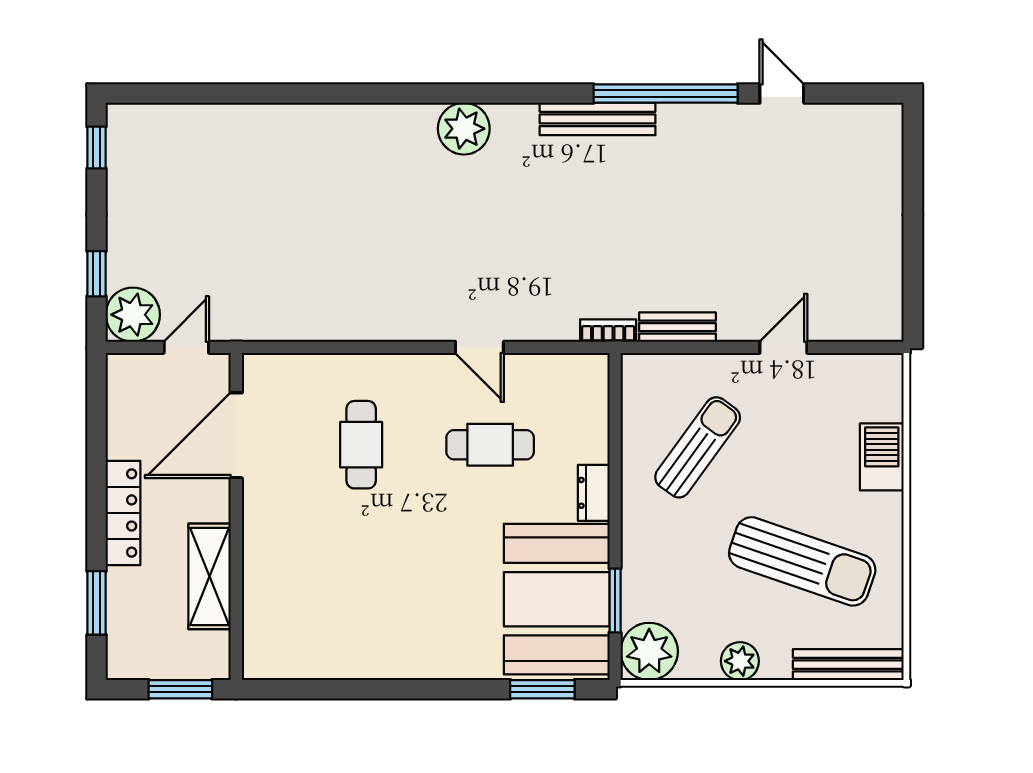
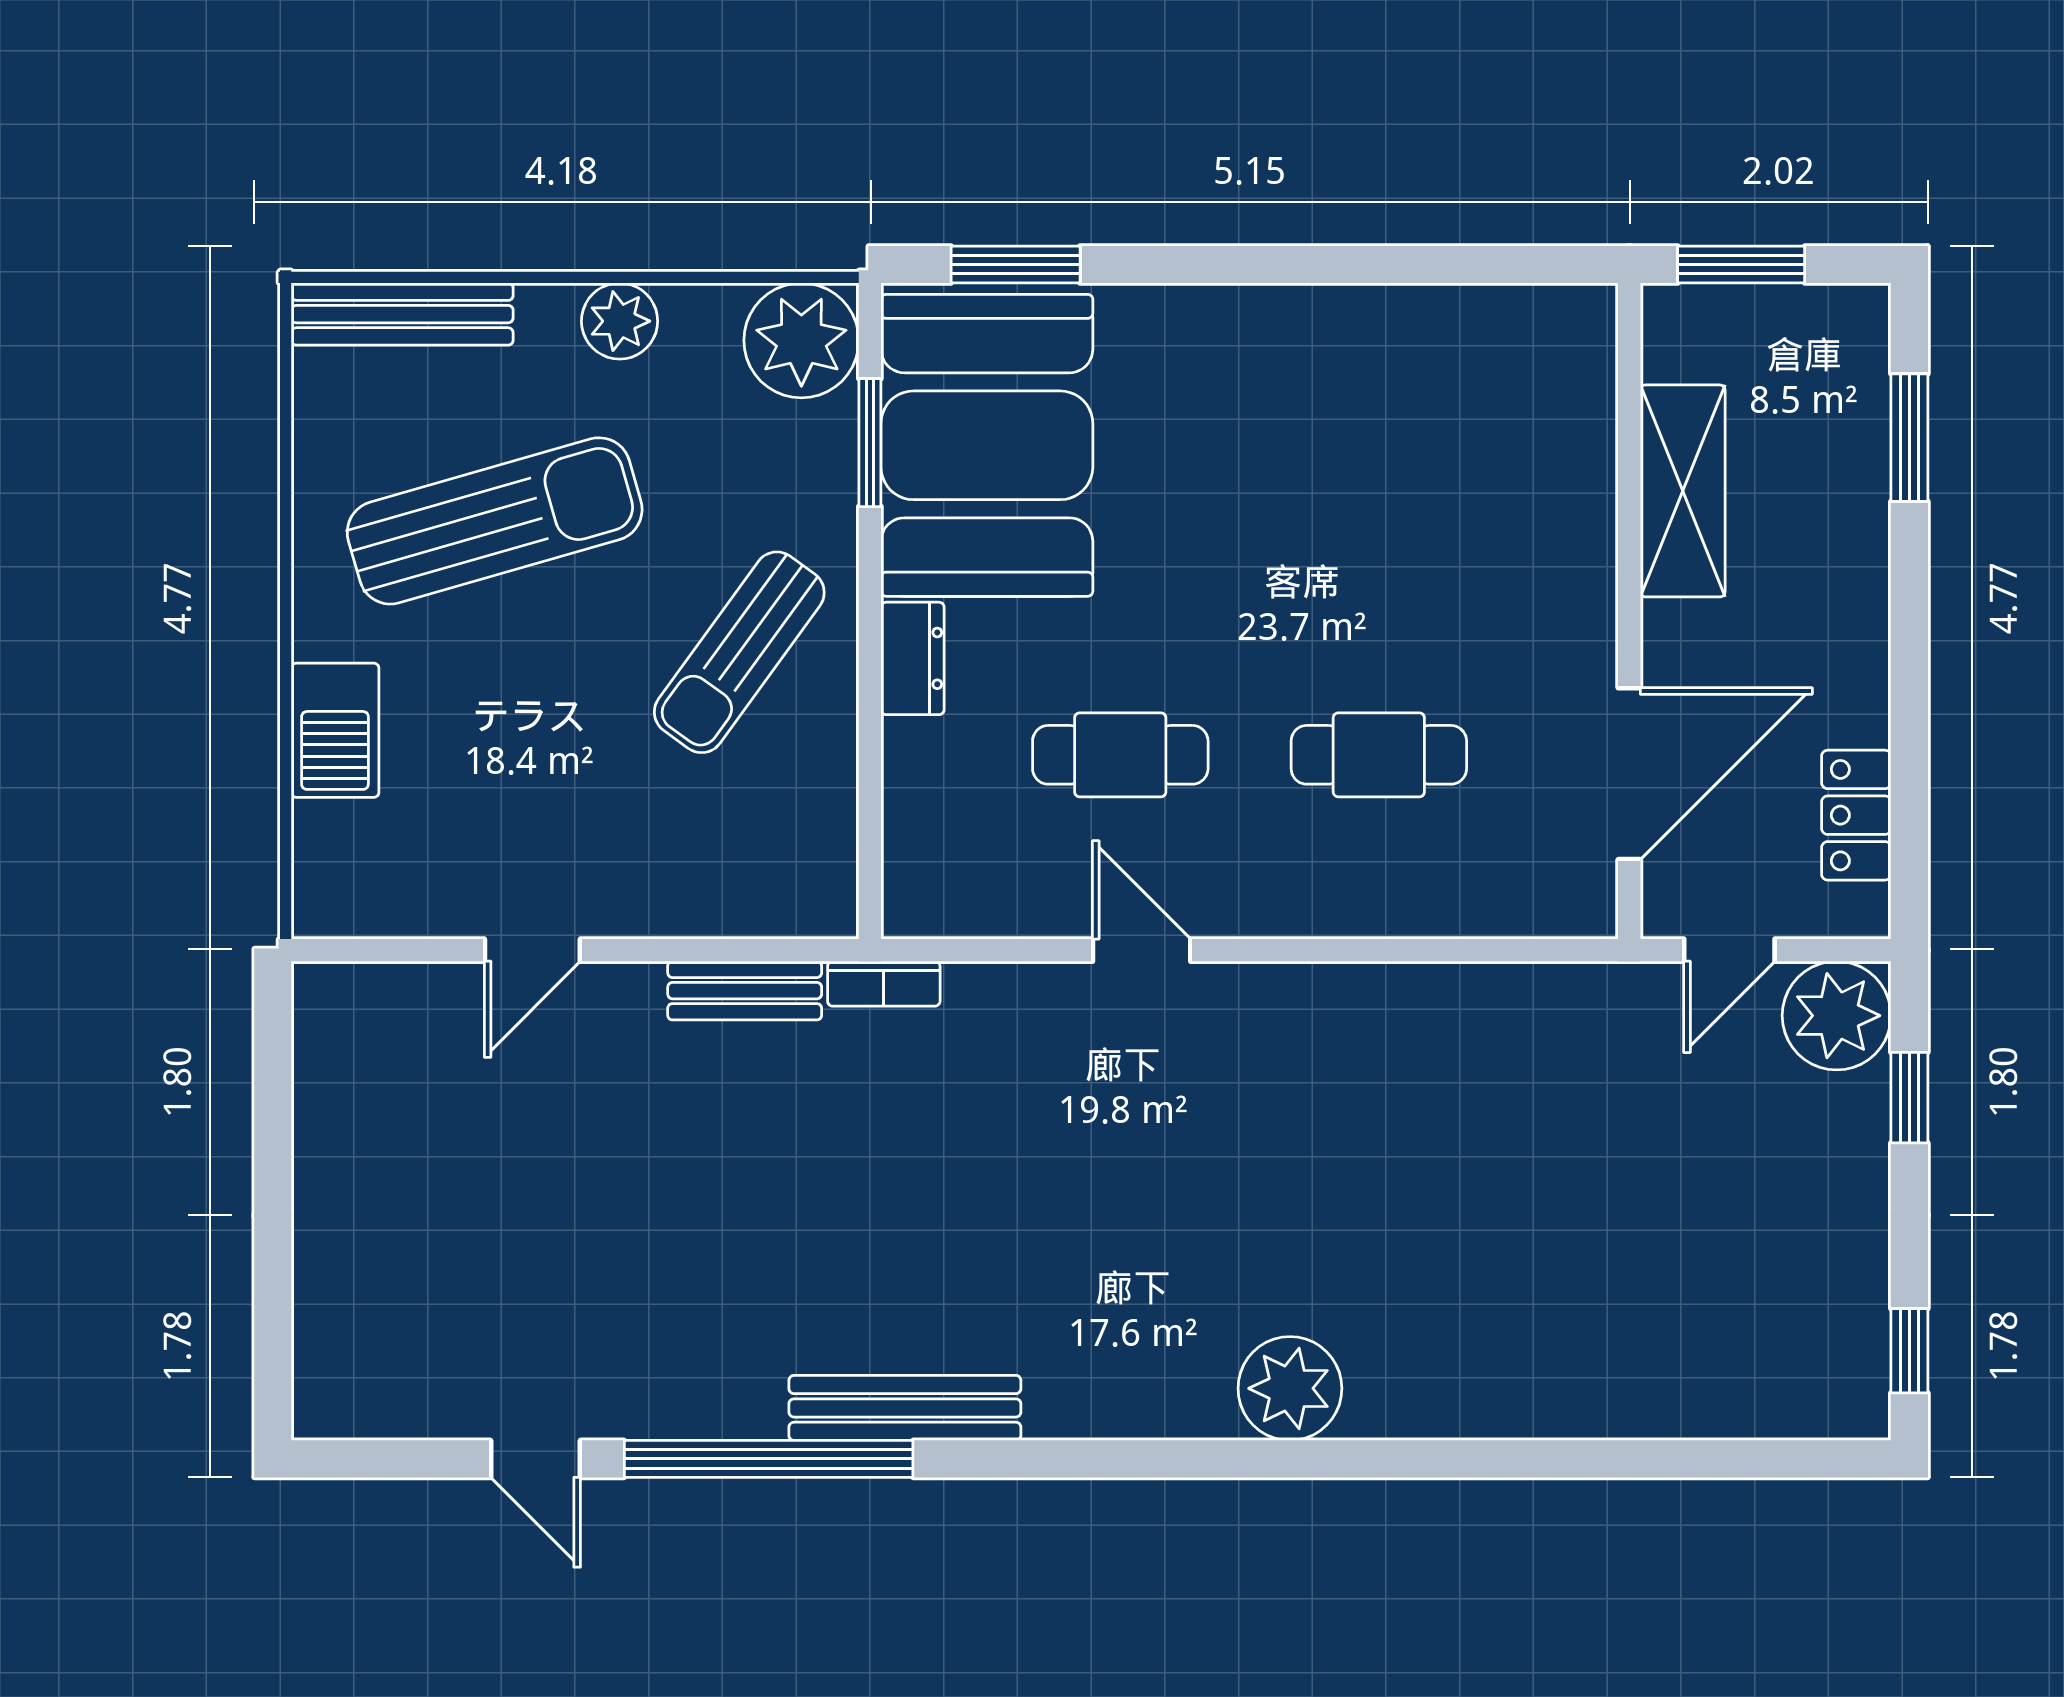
plant: (464, 129) -> (1290, 1388), moved
cafe table: (361, 445) -> (1379, 755), turned 90
sun lounger: (698, 447) -> (739, 652), moved
locker: (123, 513) -> (1856, 815), moved, width x0.66
sun lounger: (802, 561) -> (495, 521), turned 145

